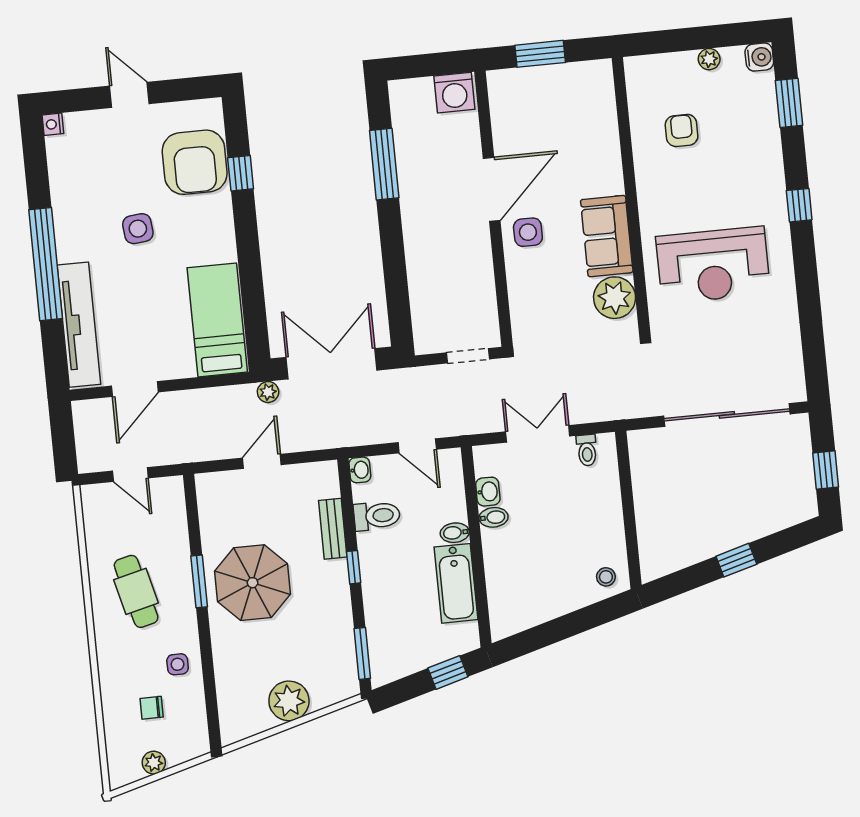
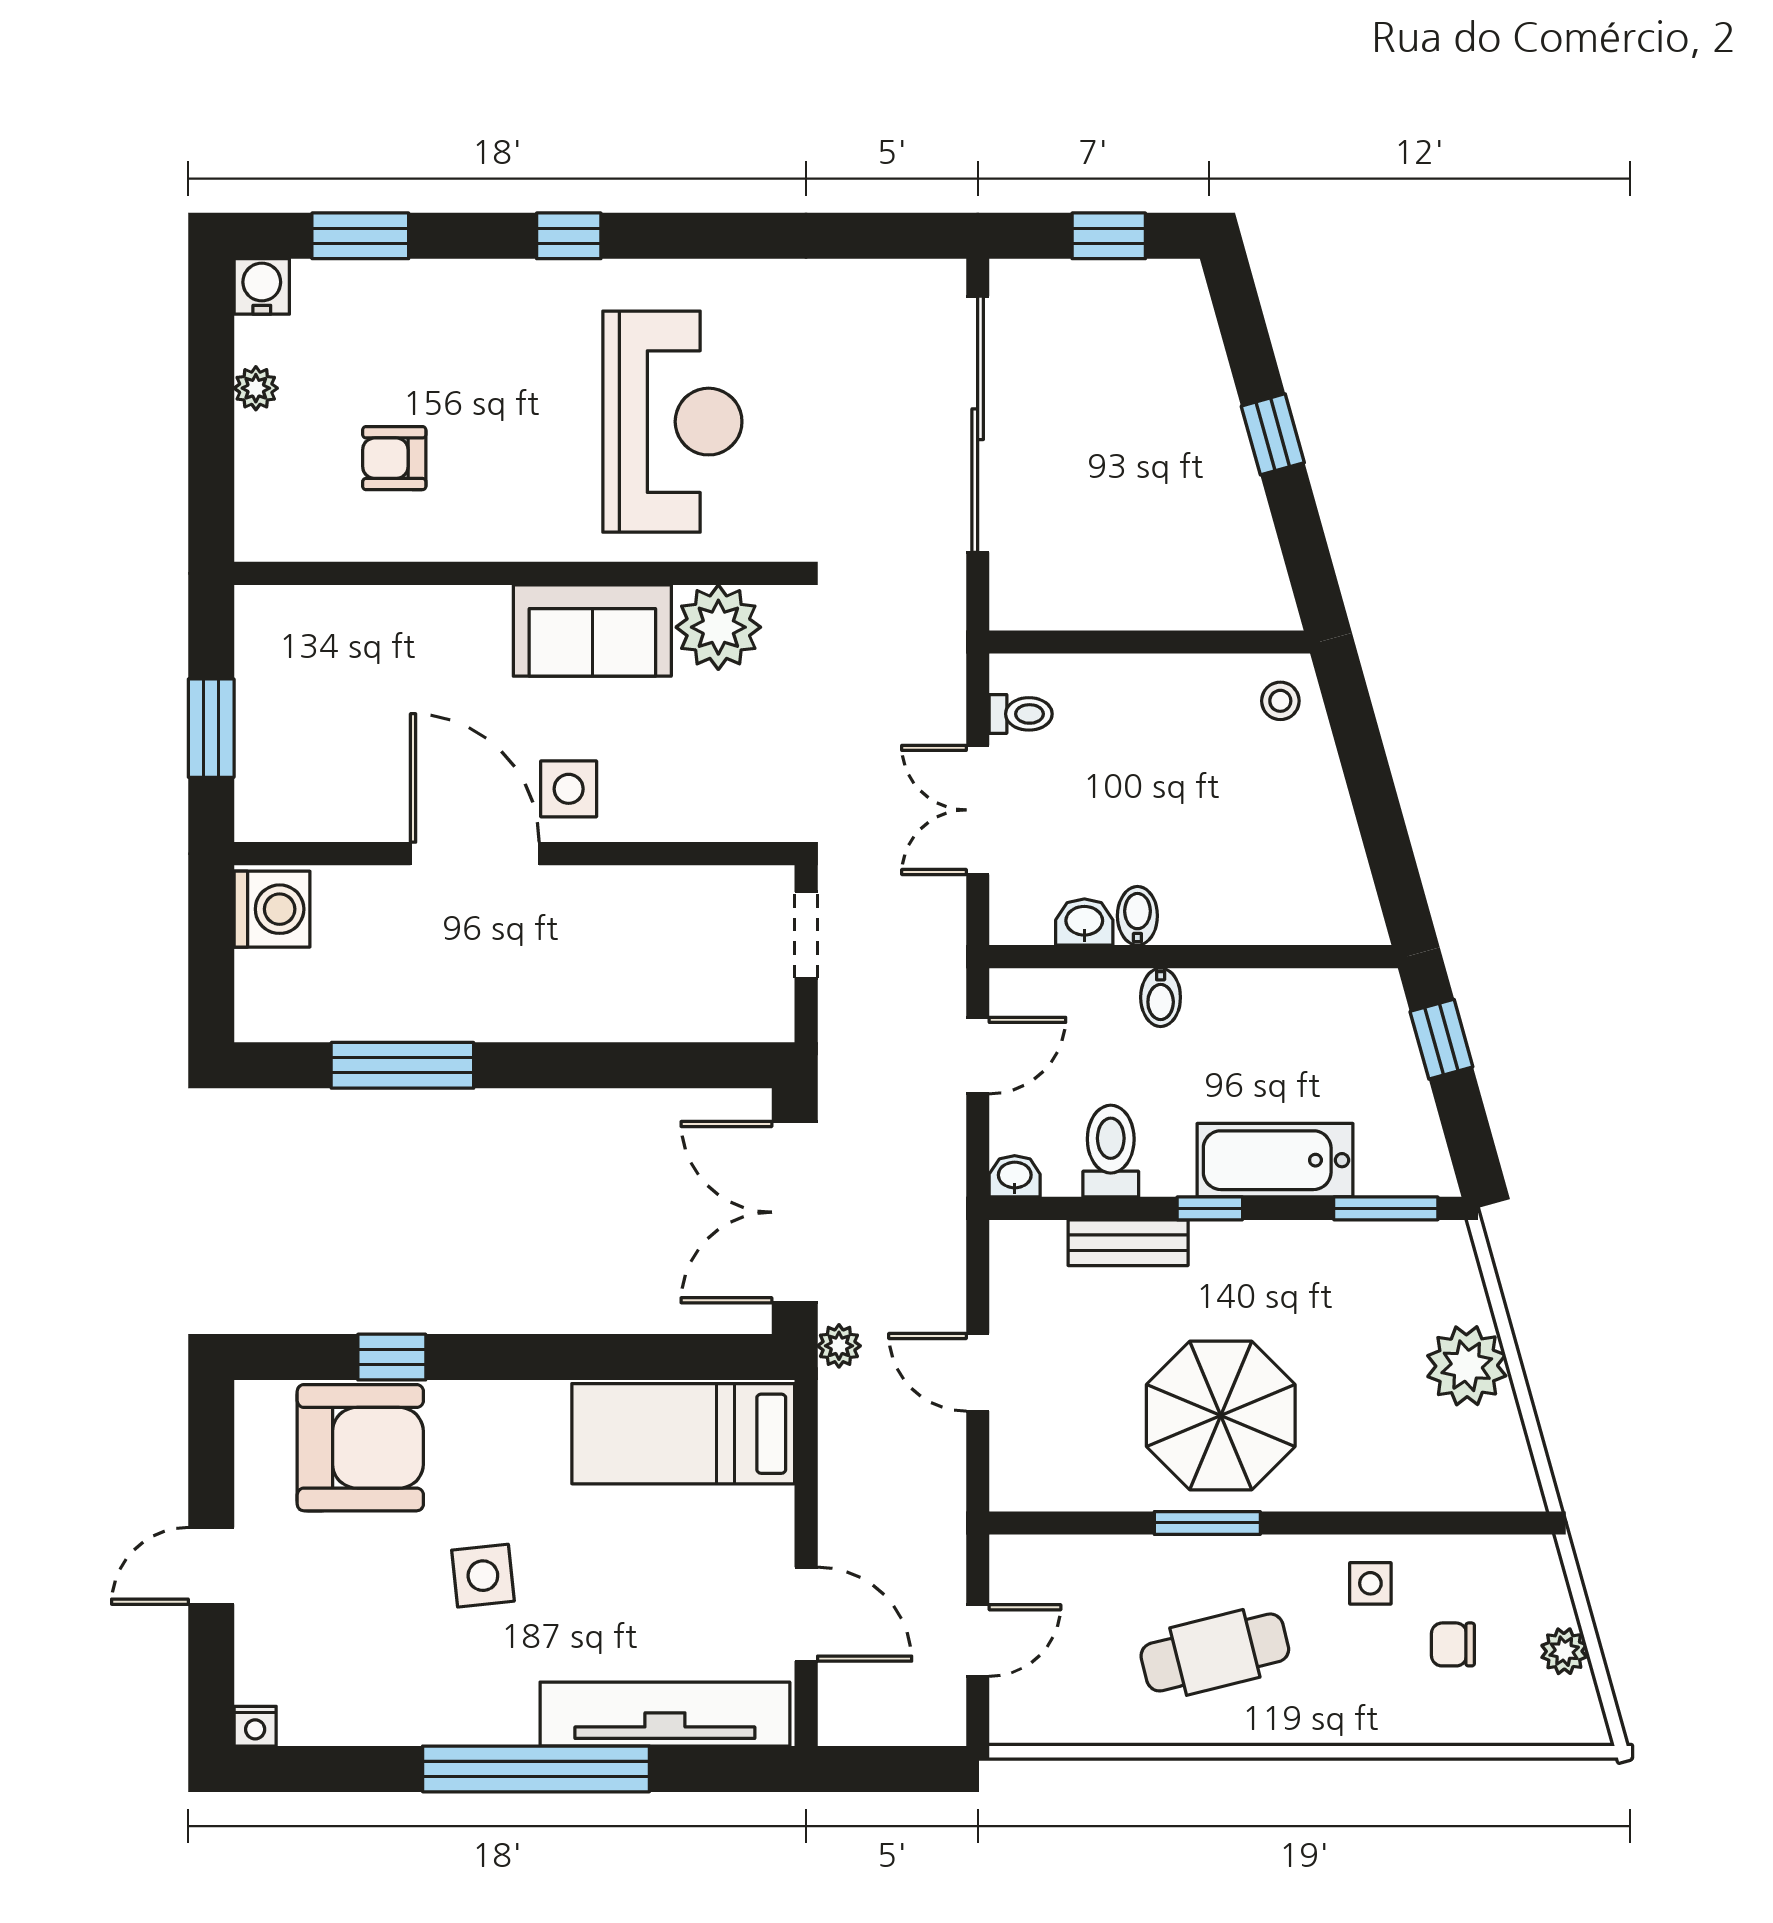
bathtub: (456, 583) -> (1275, 1160), moved, turned 180
chair: (152, 708) -> (1453, 1644), turned 90

